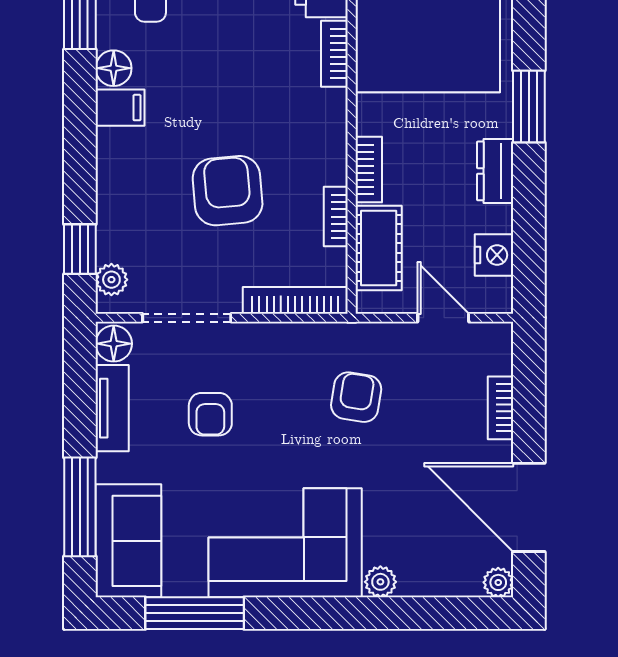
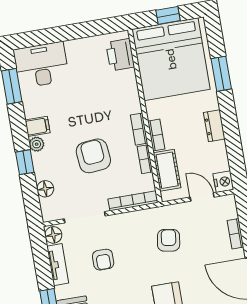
bookcase: (334, 54) -> (139, 129), moved
floor lamp: (114, 68) -> (45, 189), moved
window: (529, 107) -> (221, 74), moved
window: (80, 249) -> (25, 162), moved
nightstand: (494, 255) -> (223, 182), moved
plant: (111, 280) -> (37, 144), moved

